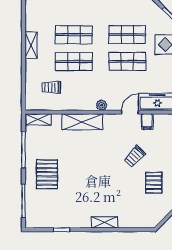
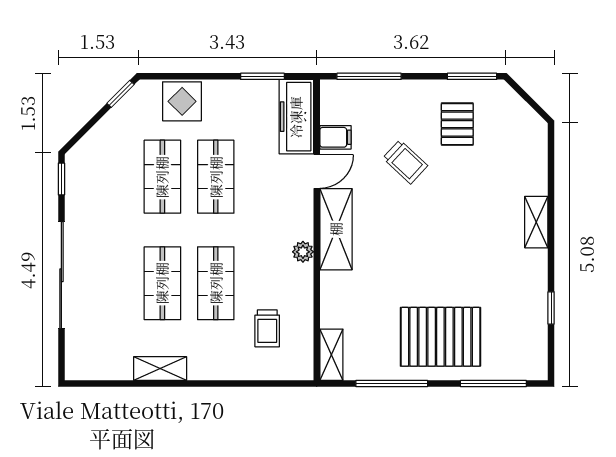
shelving: (31, 45) -> (160, 369), moved
plant: (102, 105) -> (303, 252), moved
door: (130, 112) -> (317, 172), swing flipped
shelving: (82, 122) -> (336, 229), moved
pallet: (47, 174) -> (440, 337), width x1.37, depth x1.41
pallet: (154, 183) -> (457, 124), turned 90

